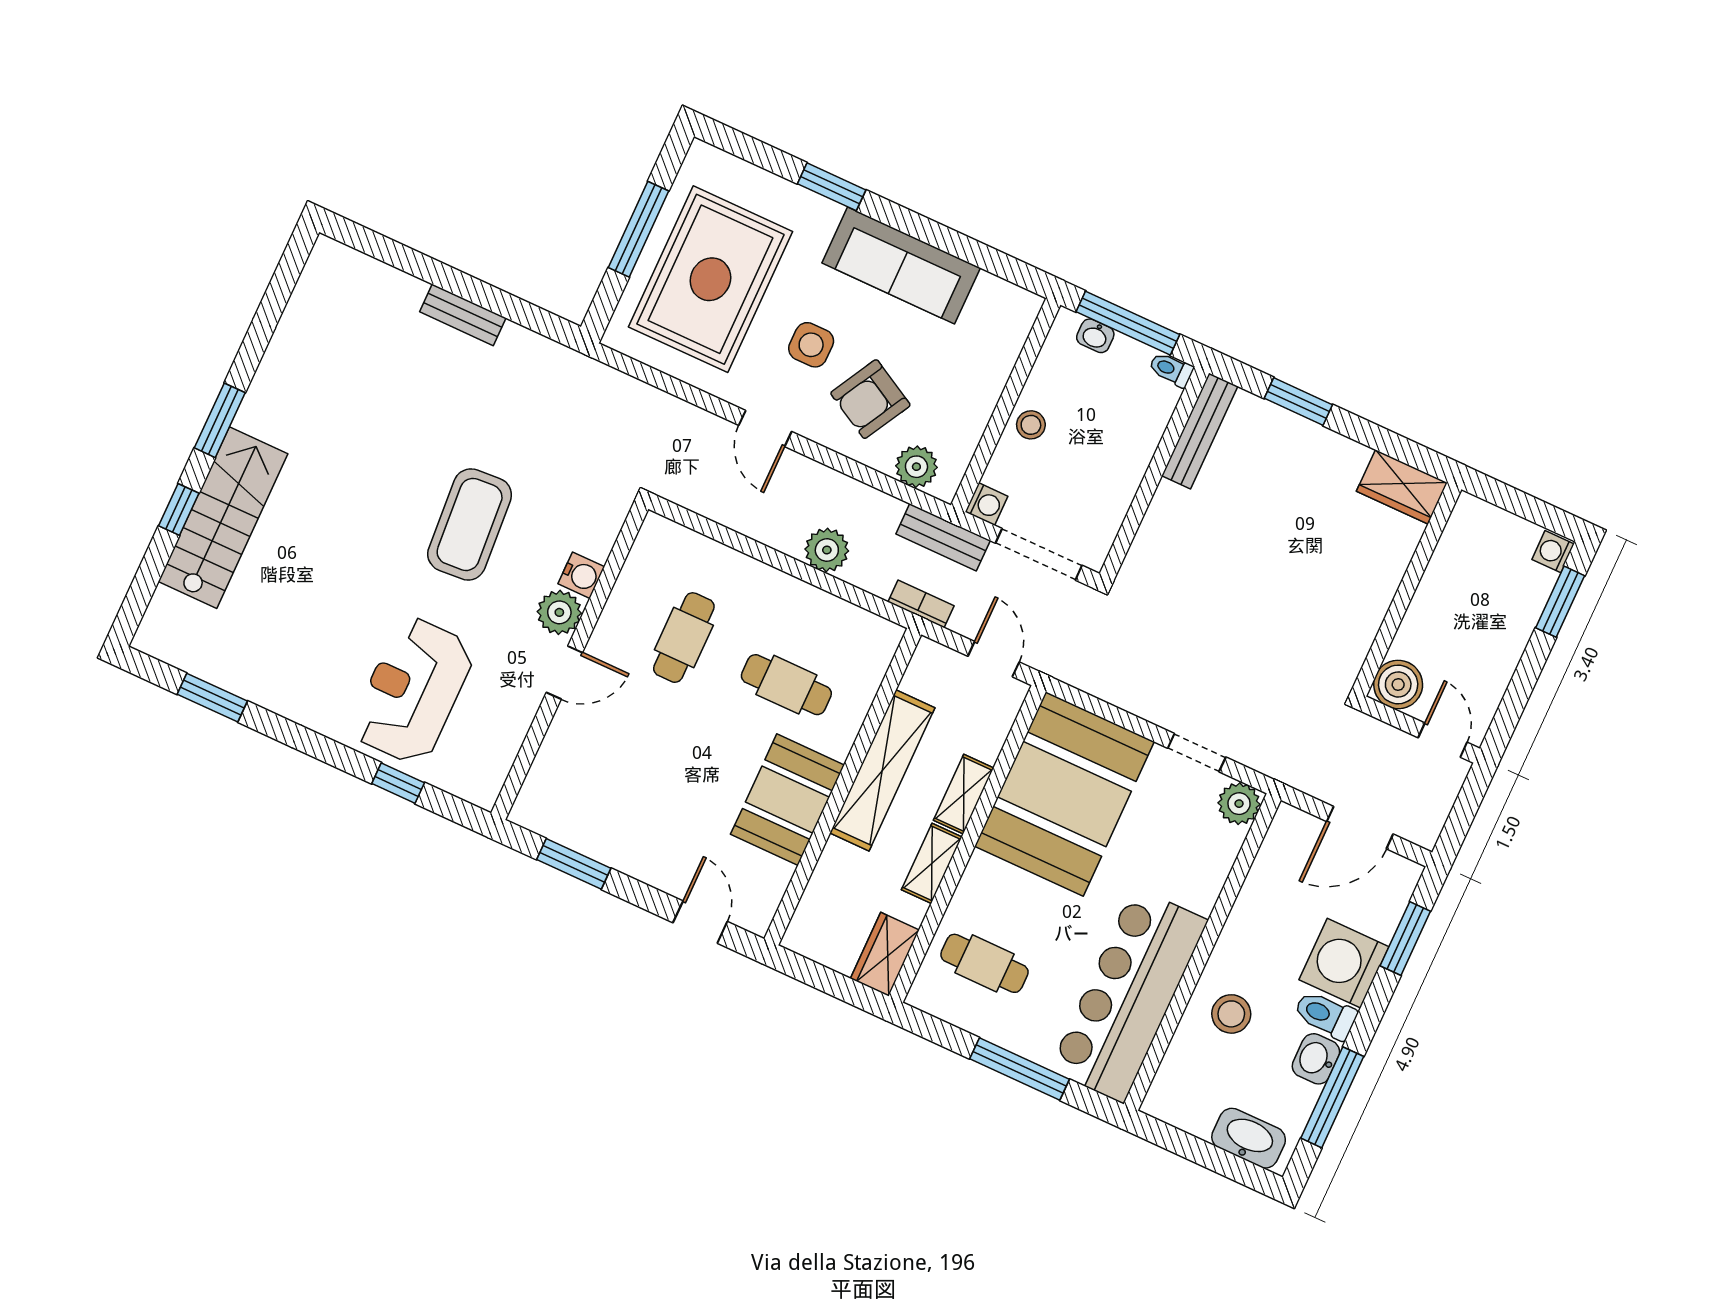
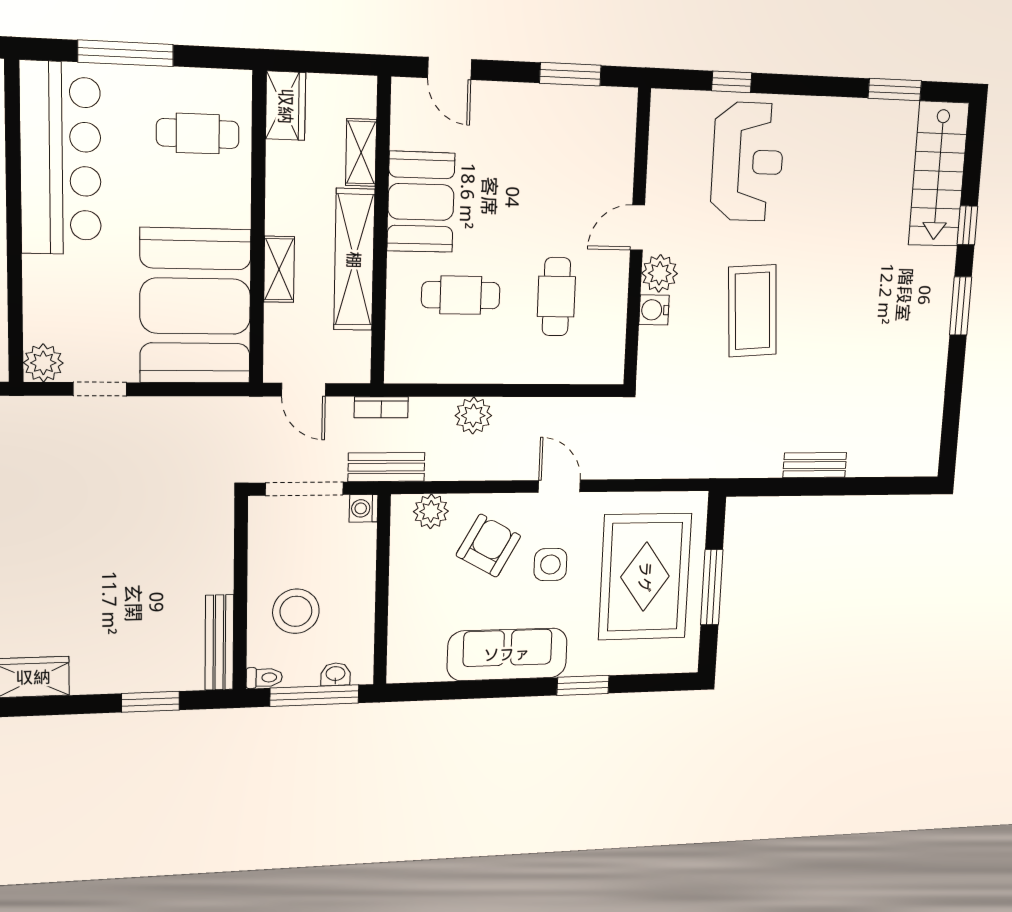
stool: (1031, 425) -> (296, 611), moved, width x1.89, depth x1.89
stairs: (223, 518) -> (939, 174), moved
shelving: (932, 863) -> (361, 152), moved

